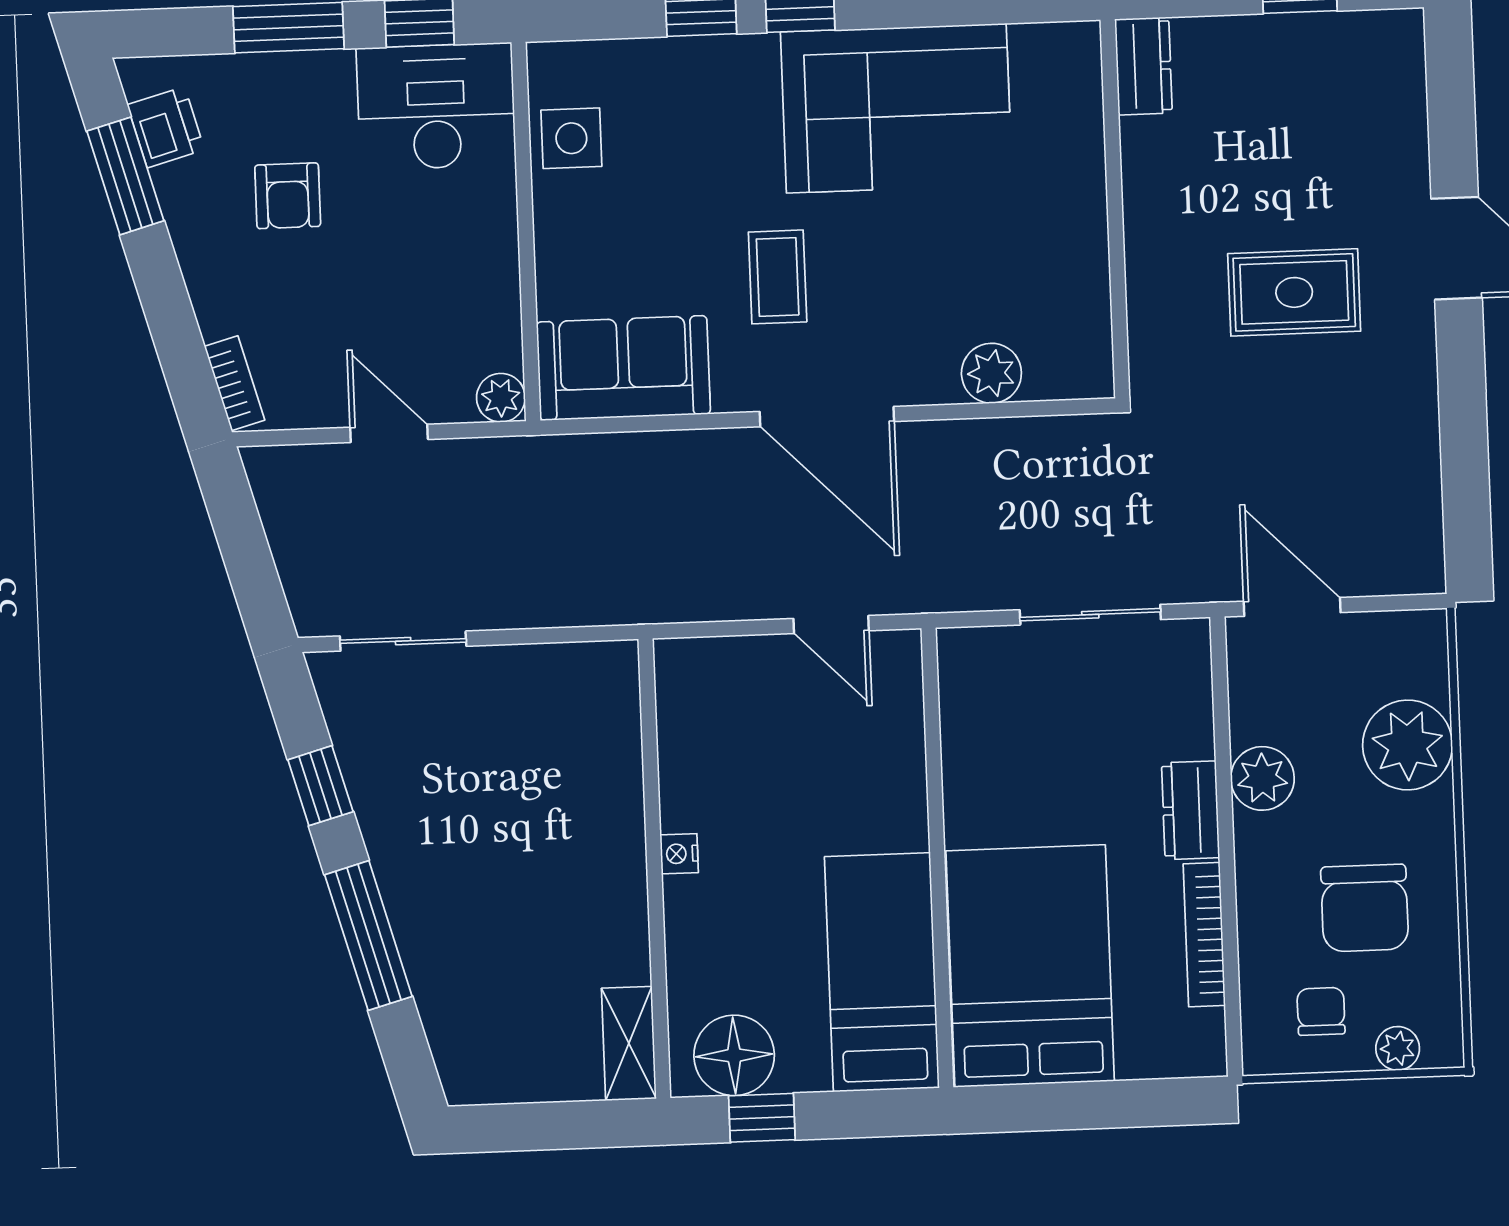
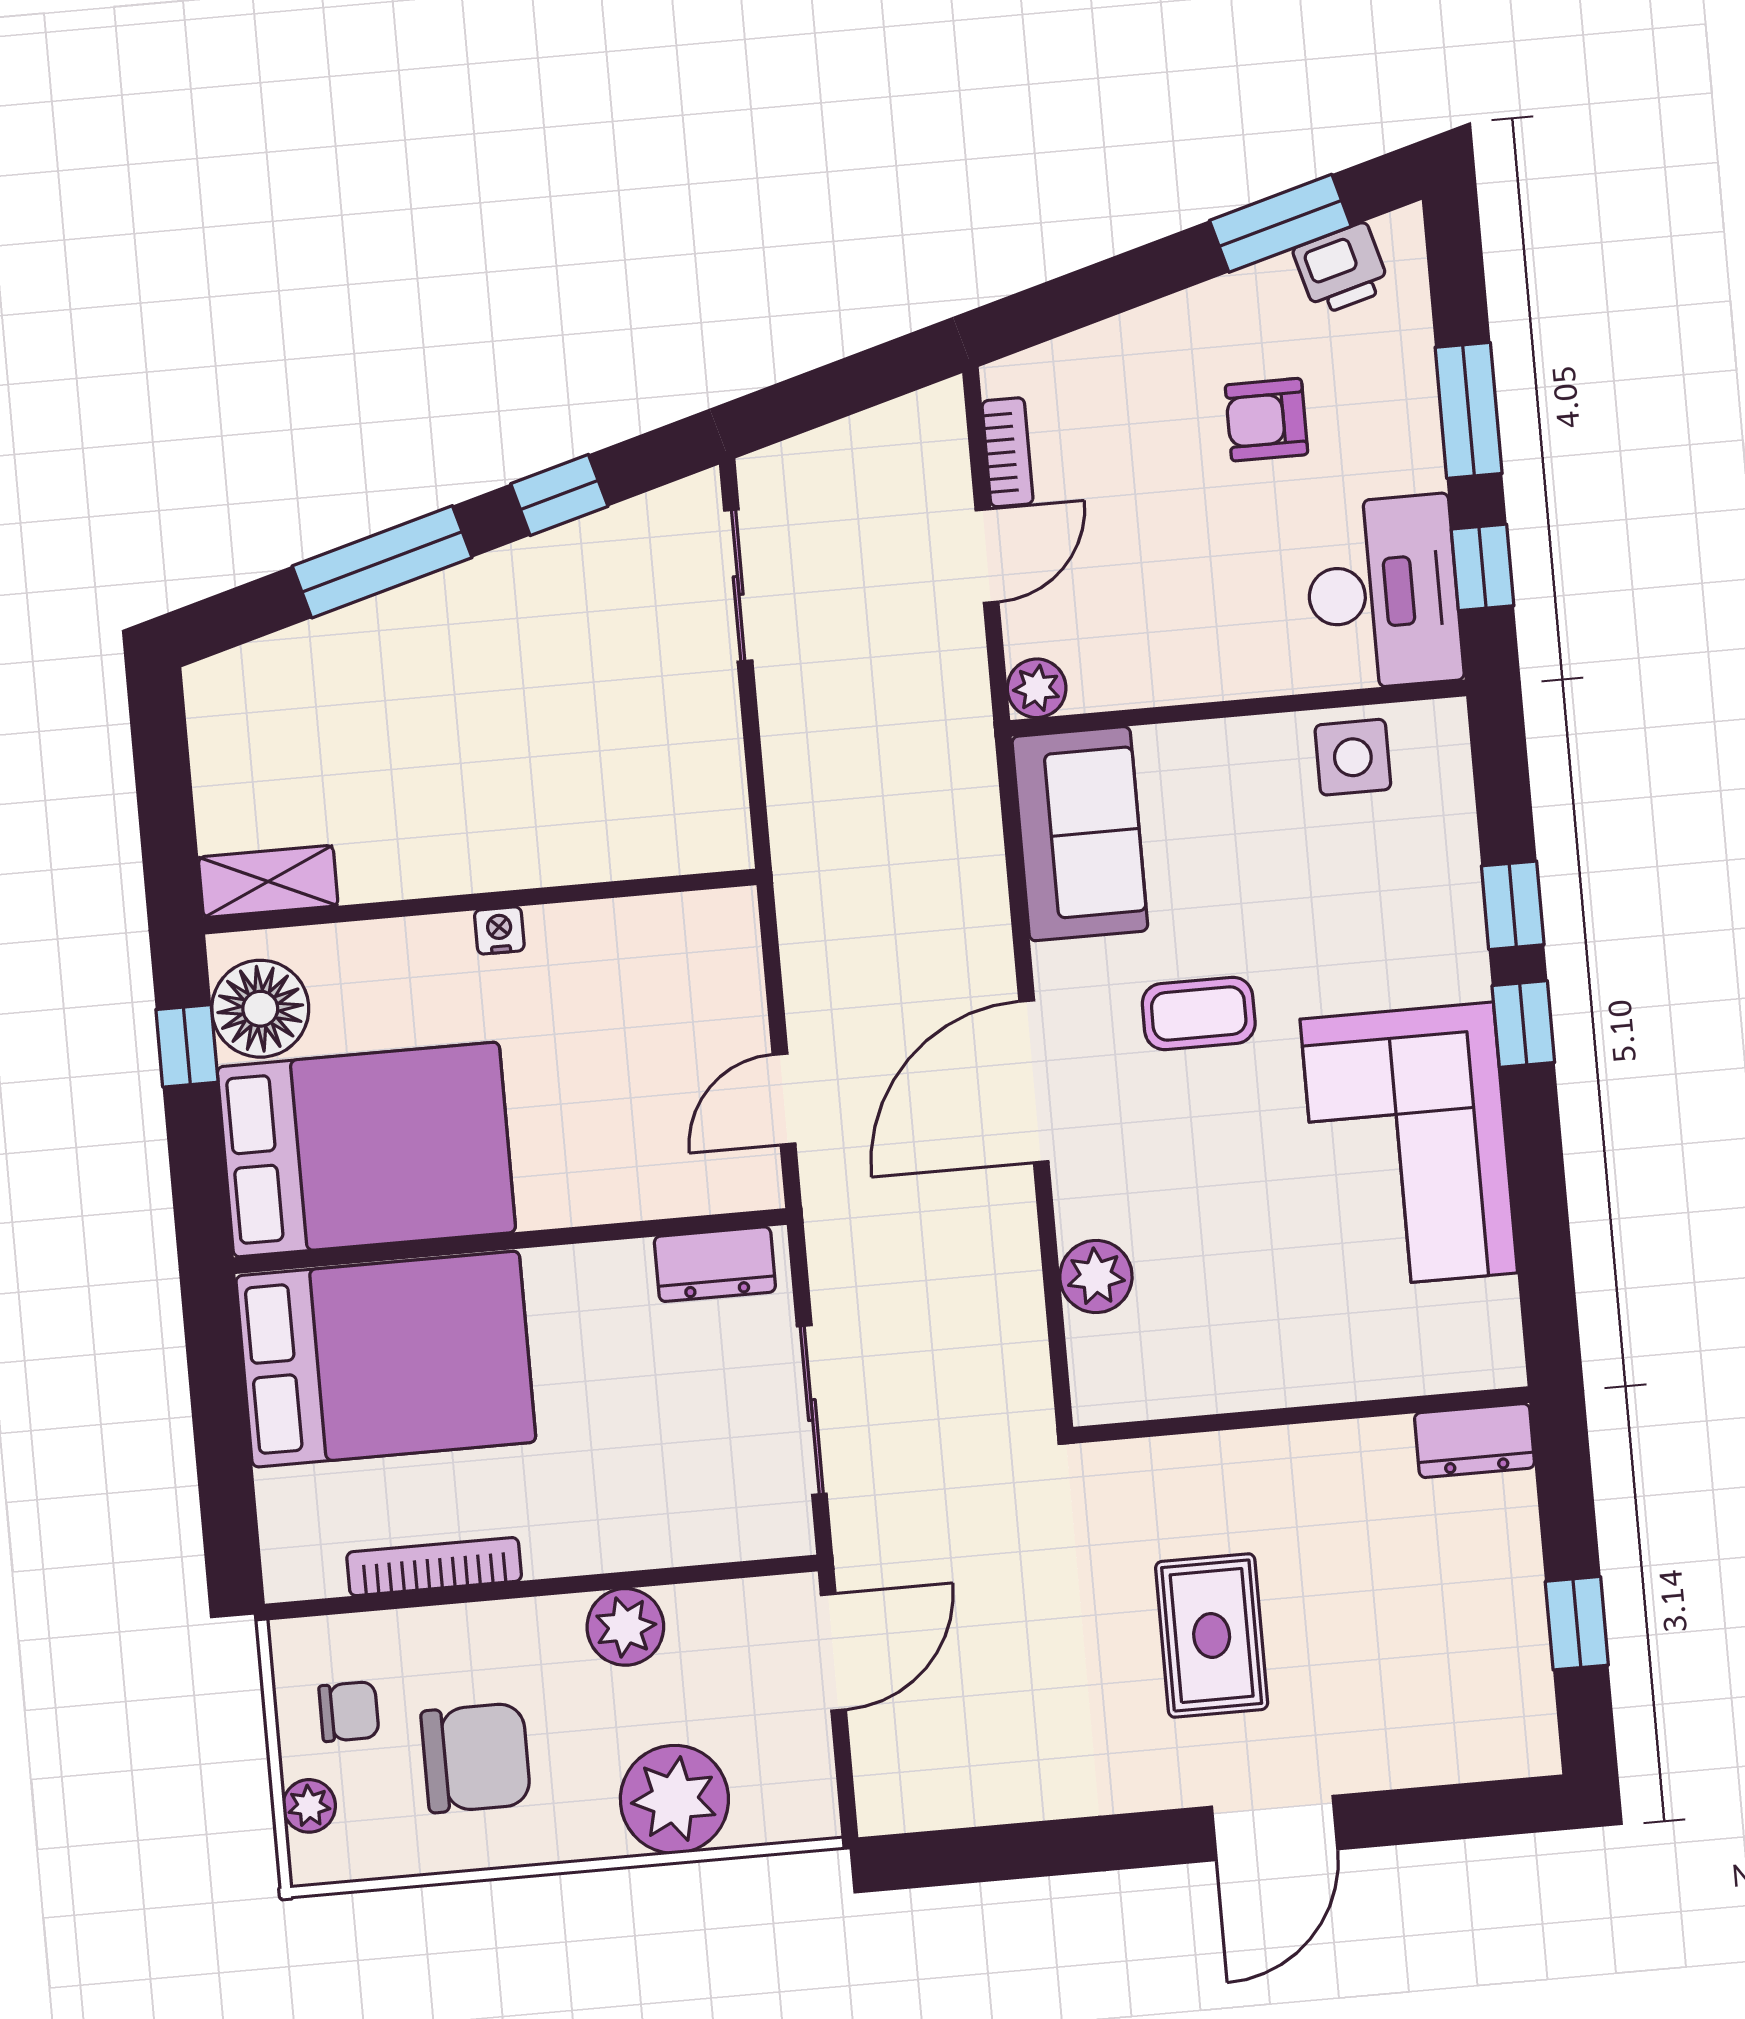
bookcase: (235, 383) -> (1008, 452), moved, turned -74
dresser: (1191, 810) -> (715, 1264), moved, turned 180
chair: (1365, 908) -> (476, 1758), turned 180
bed: (882, 972) -> (366, 1150), width x1.50

